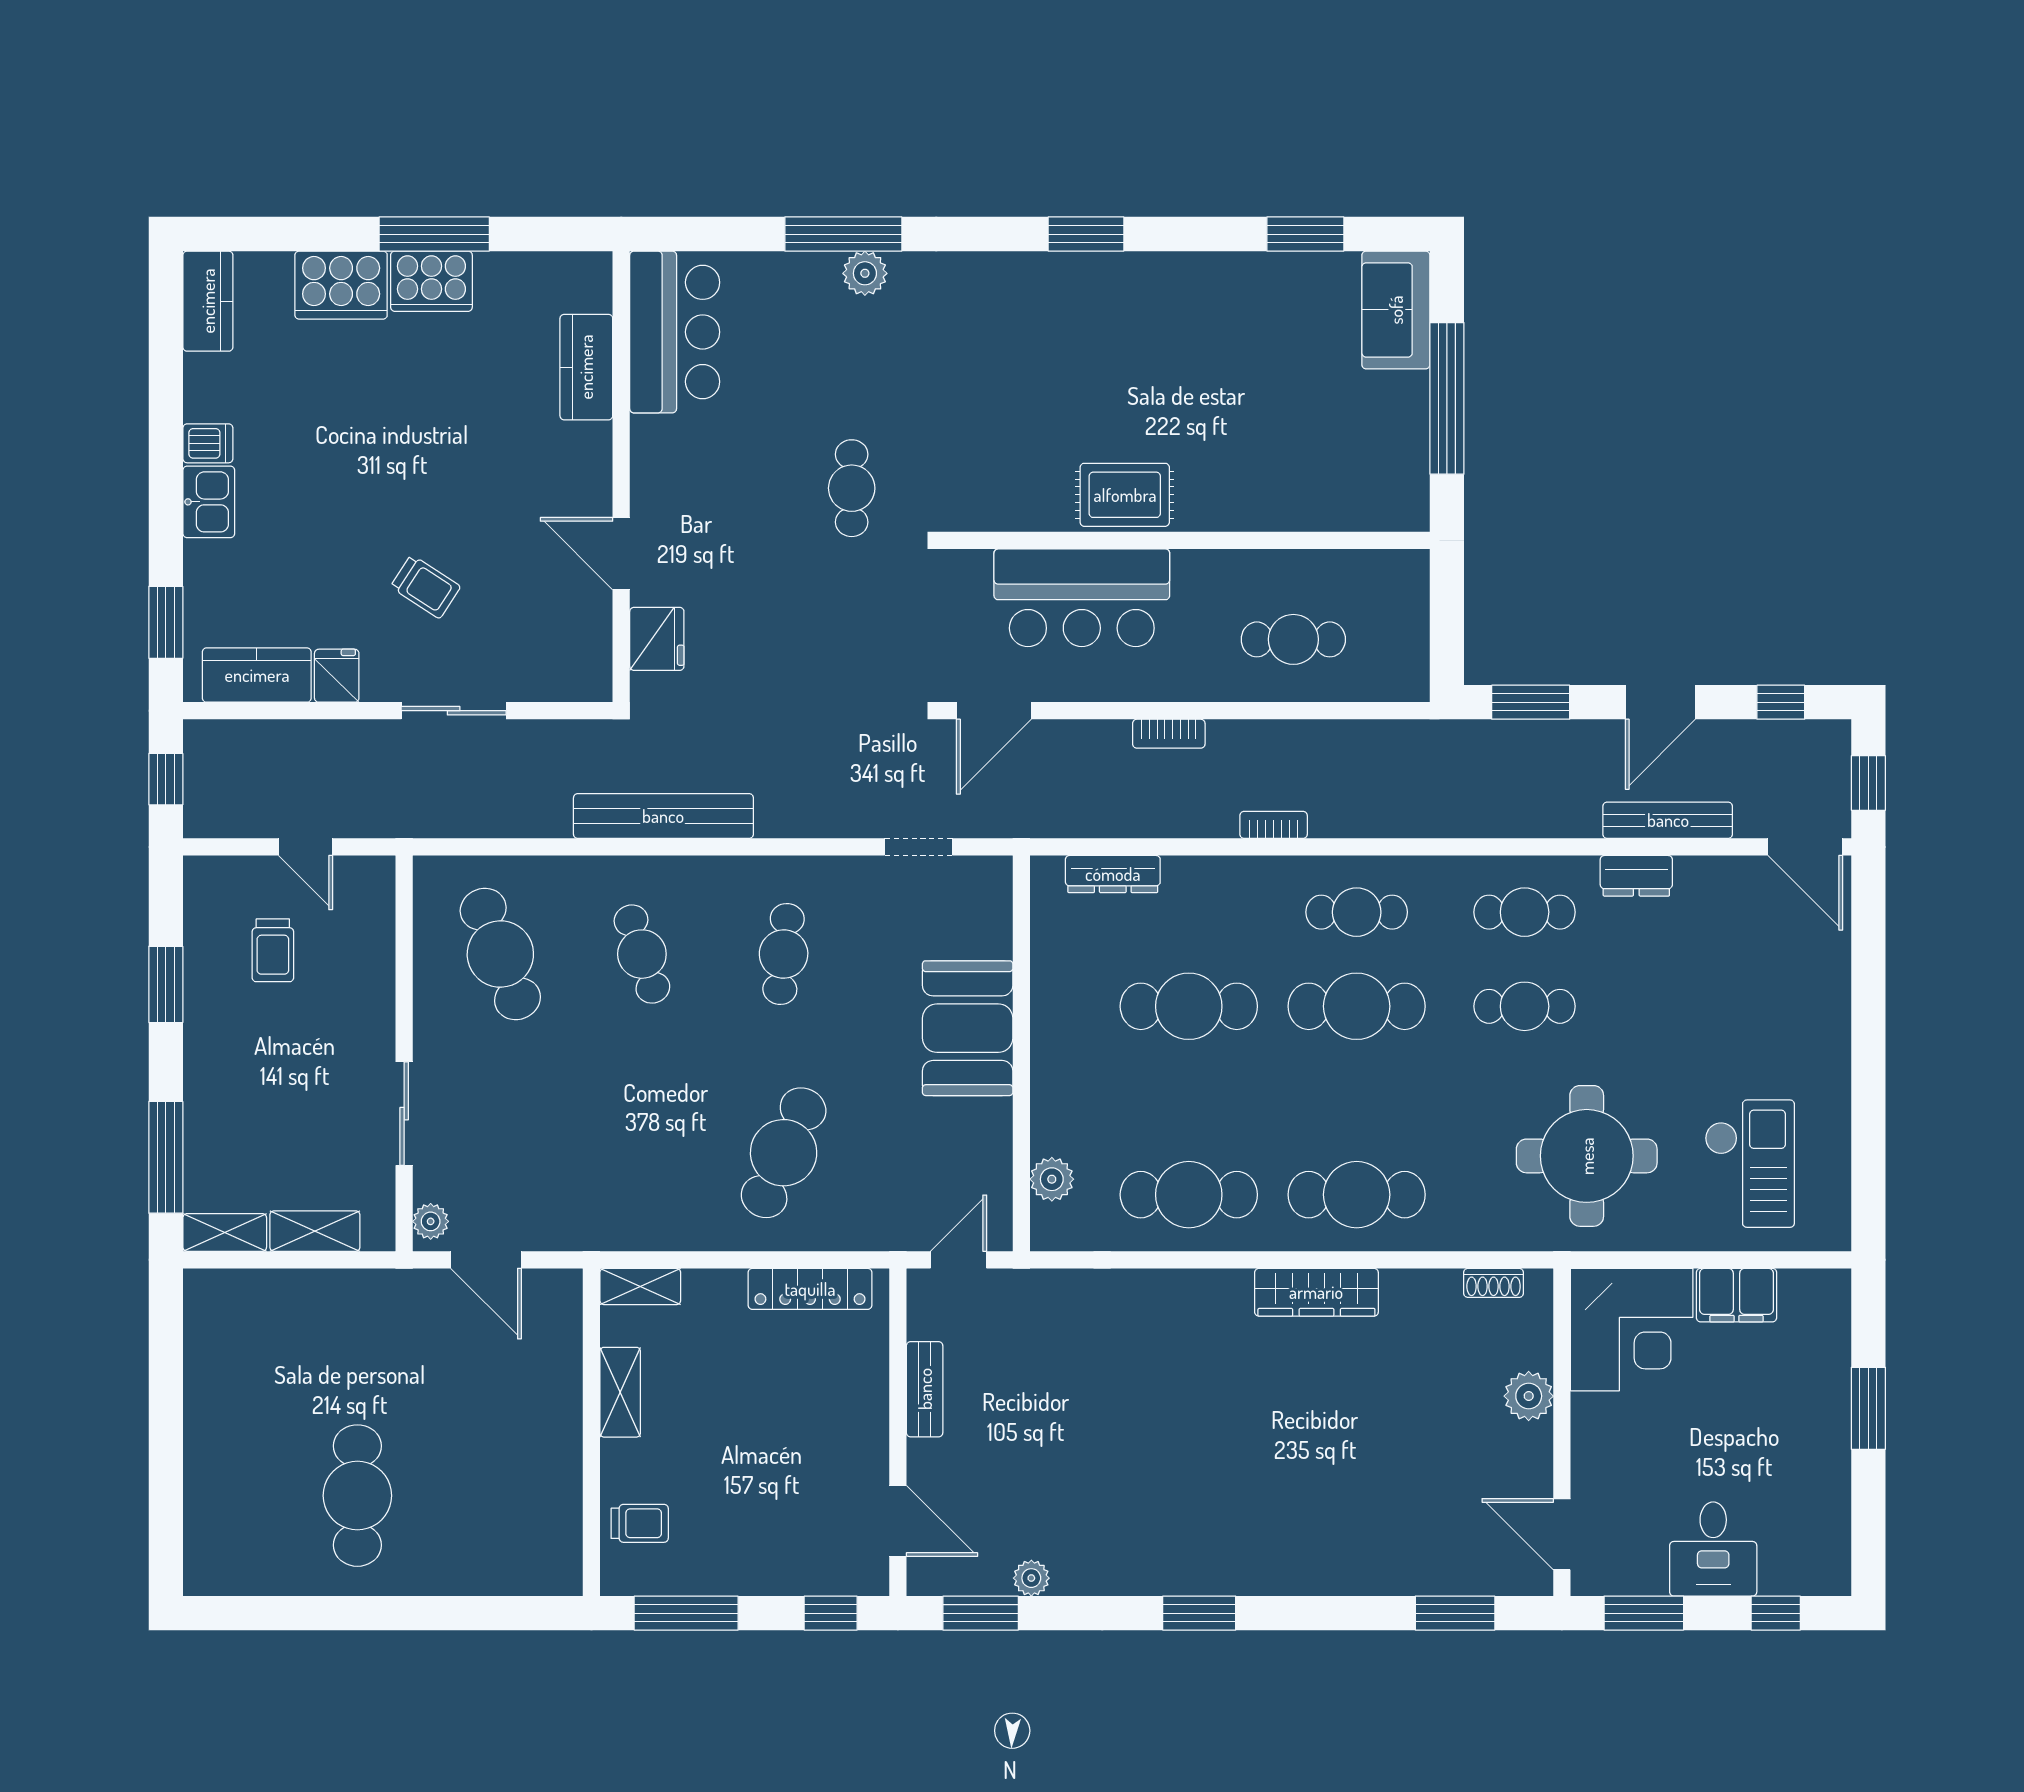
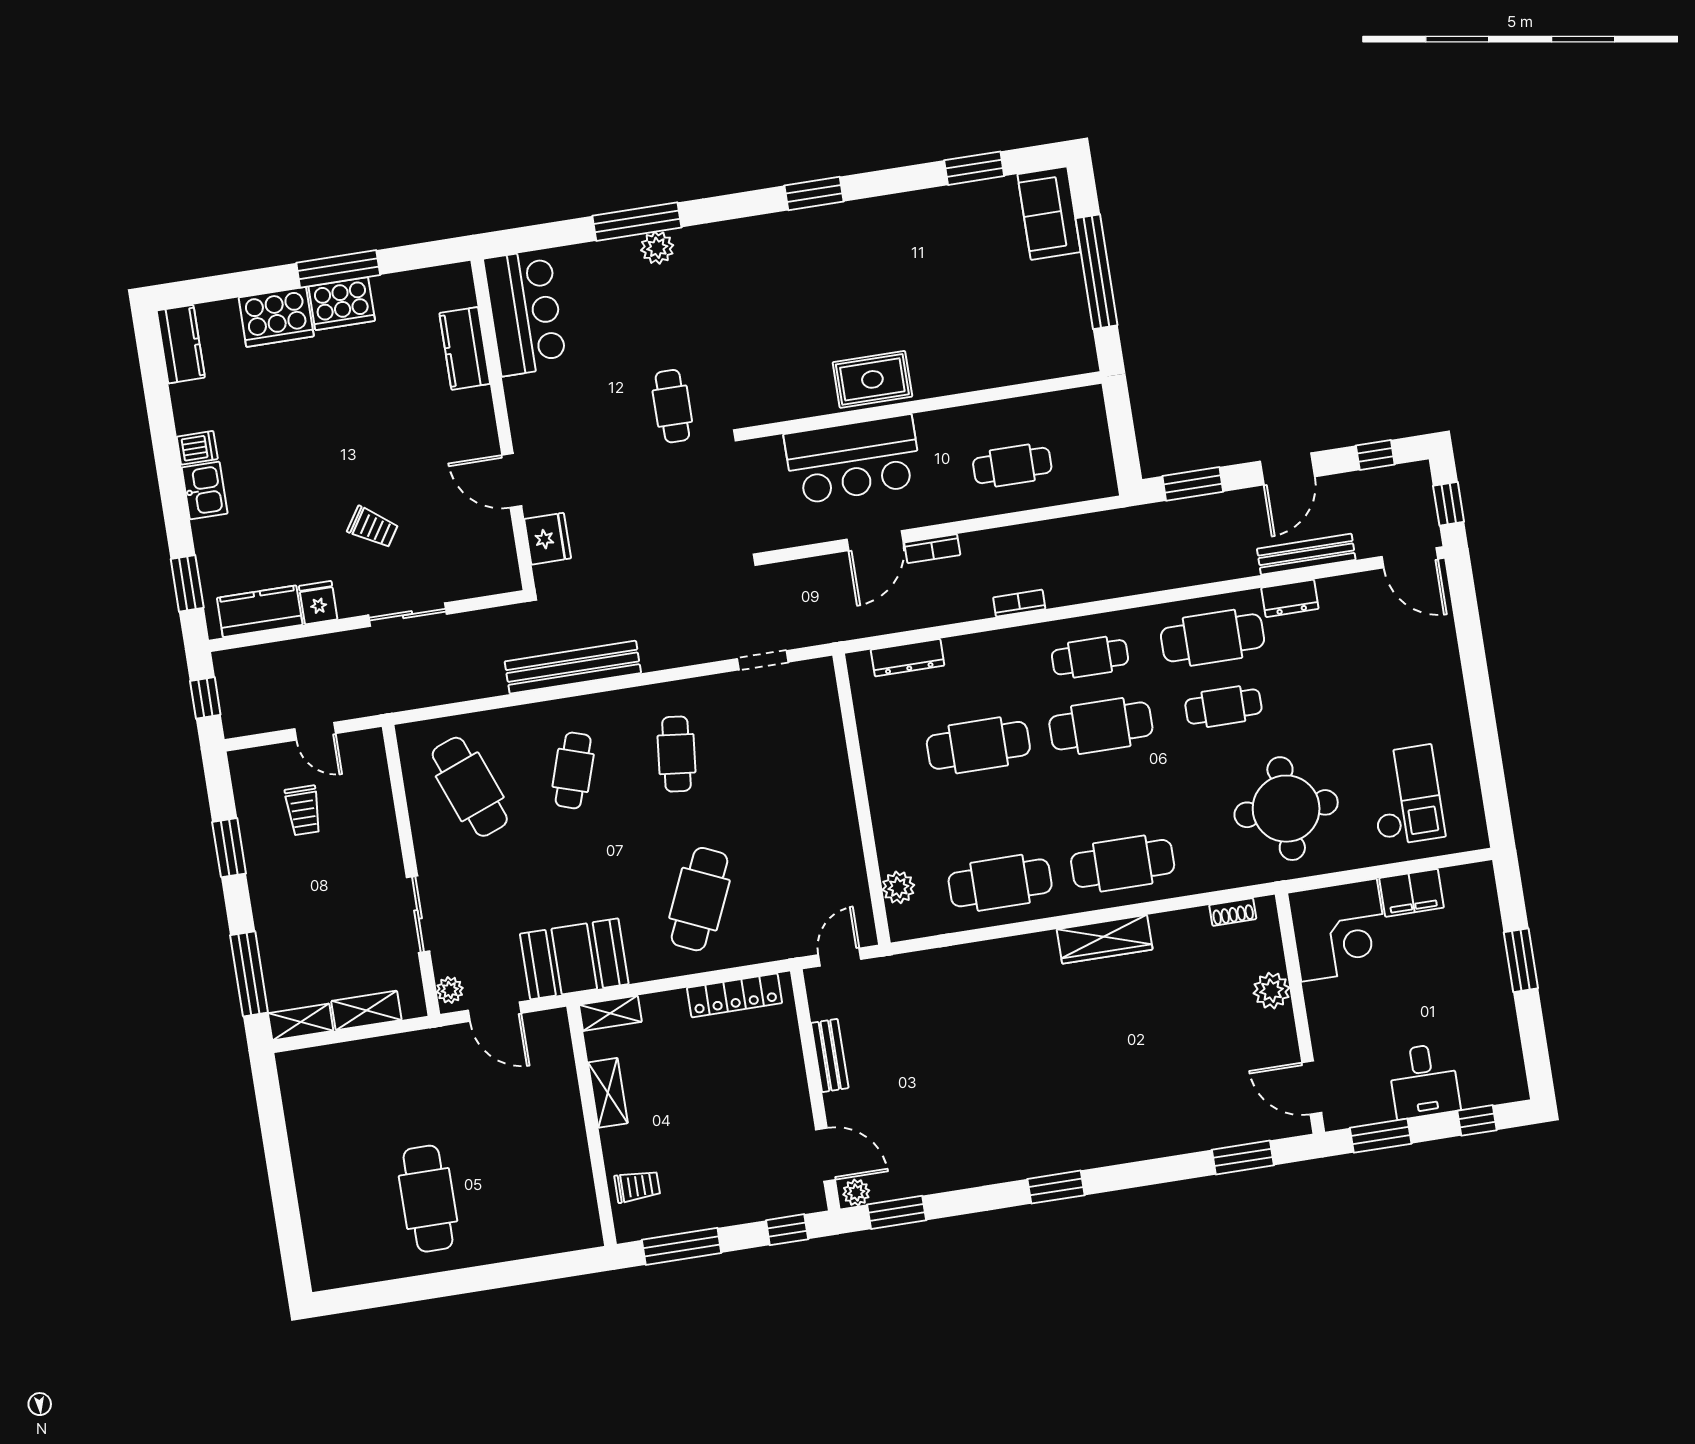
door: (994, 711) -> (875, 541), moved
cafe table: (1525, 912) -> (1213, 638), width x1.37, depth x1.35
cafe table: (642, 954) -> (573, 770), turned 36
booth: (968, 1028) -> (574, 959), moved, turned 90
plant: (1031, 1578) -> (856, 1193), moved

